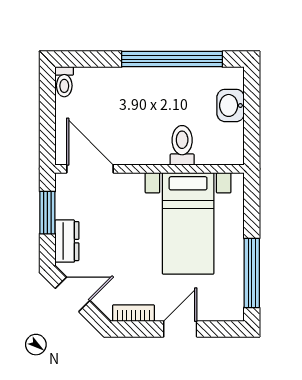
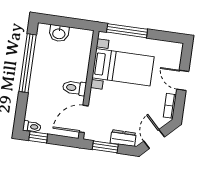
window: (47, 95) -> (38, 137), added
toilet: (182, 145) -> (74, 88), moved
window: (252, 273) -> (127, 31), moved

